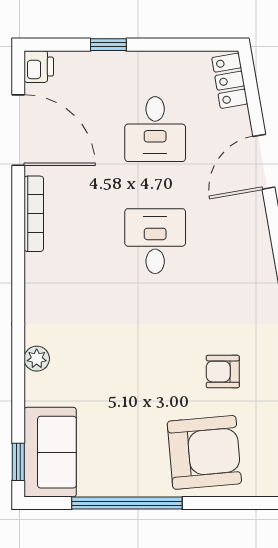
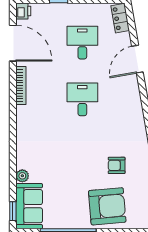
desk: (155, 129) -> (82, 43), turned 180
plant: (37, 359) -> (22, 176), moved

